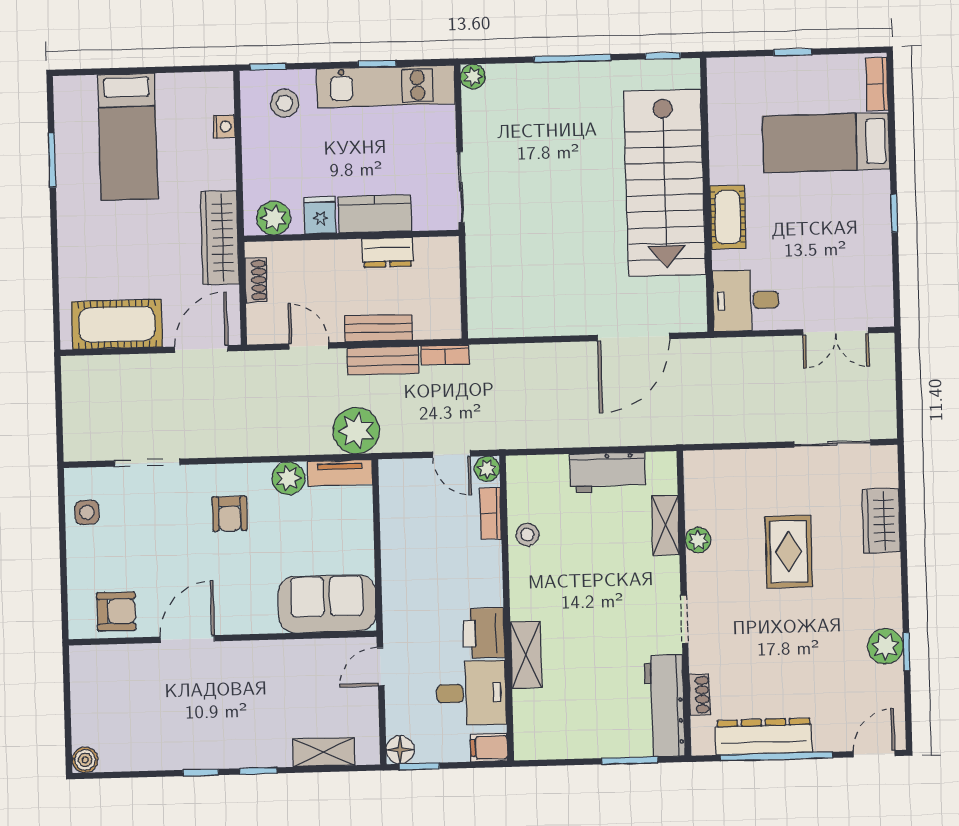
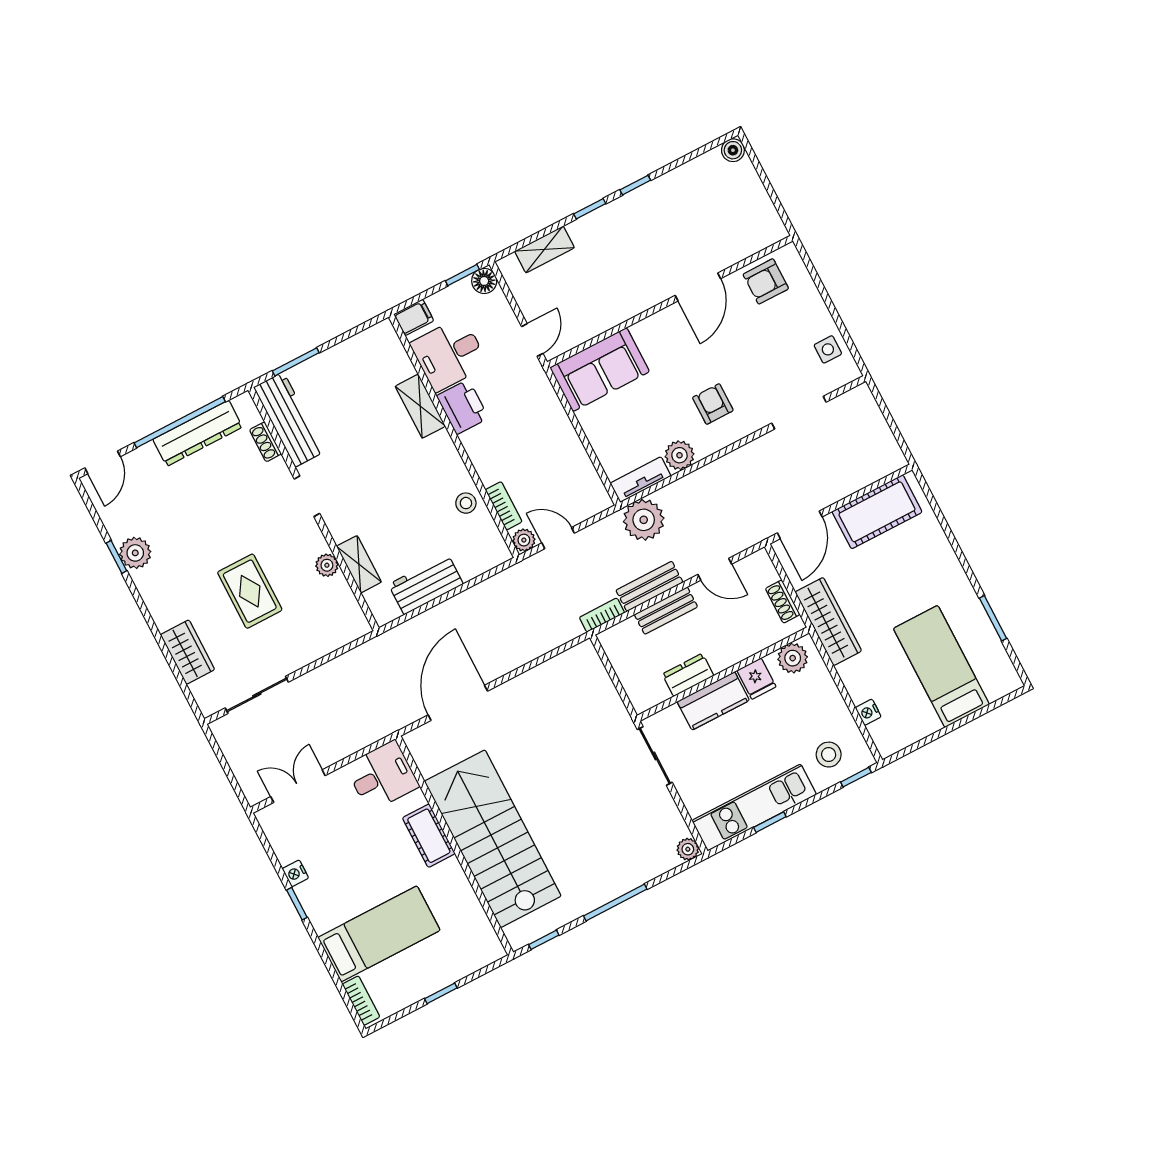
nightstand: (881, 245) -> (295, 873), added

